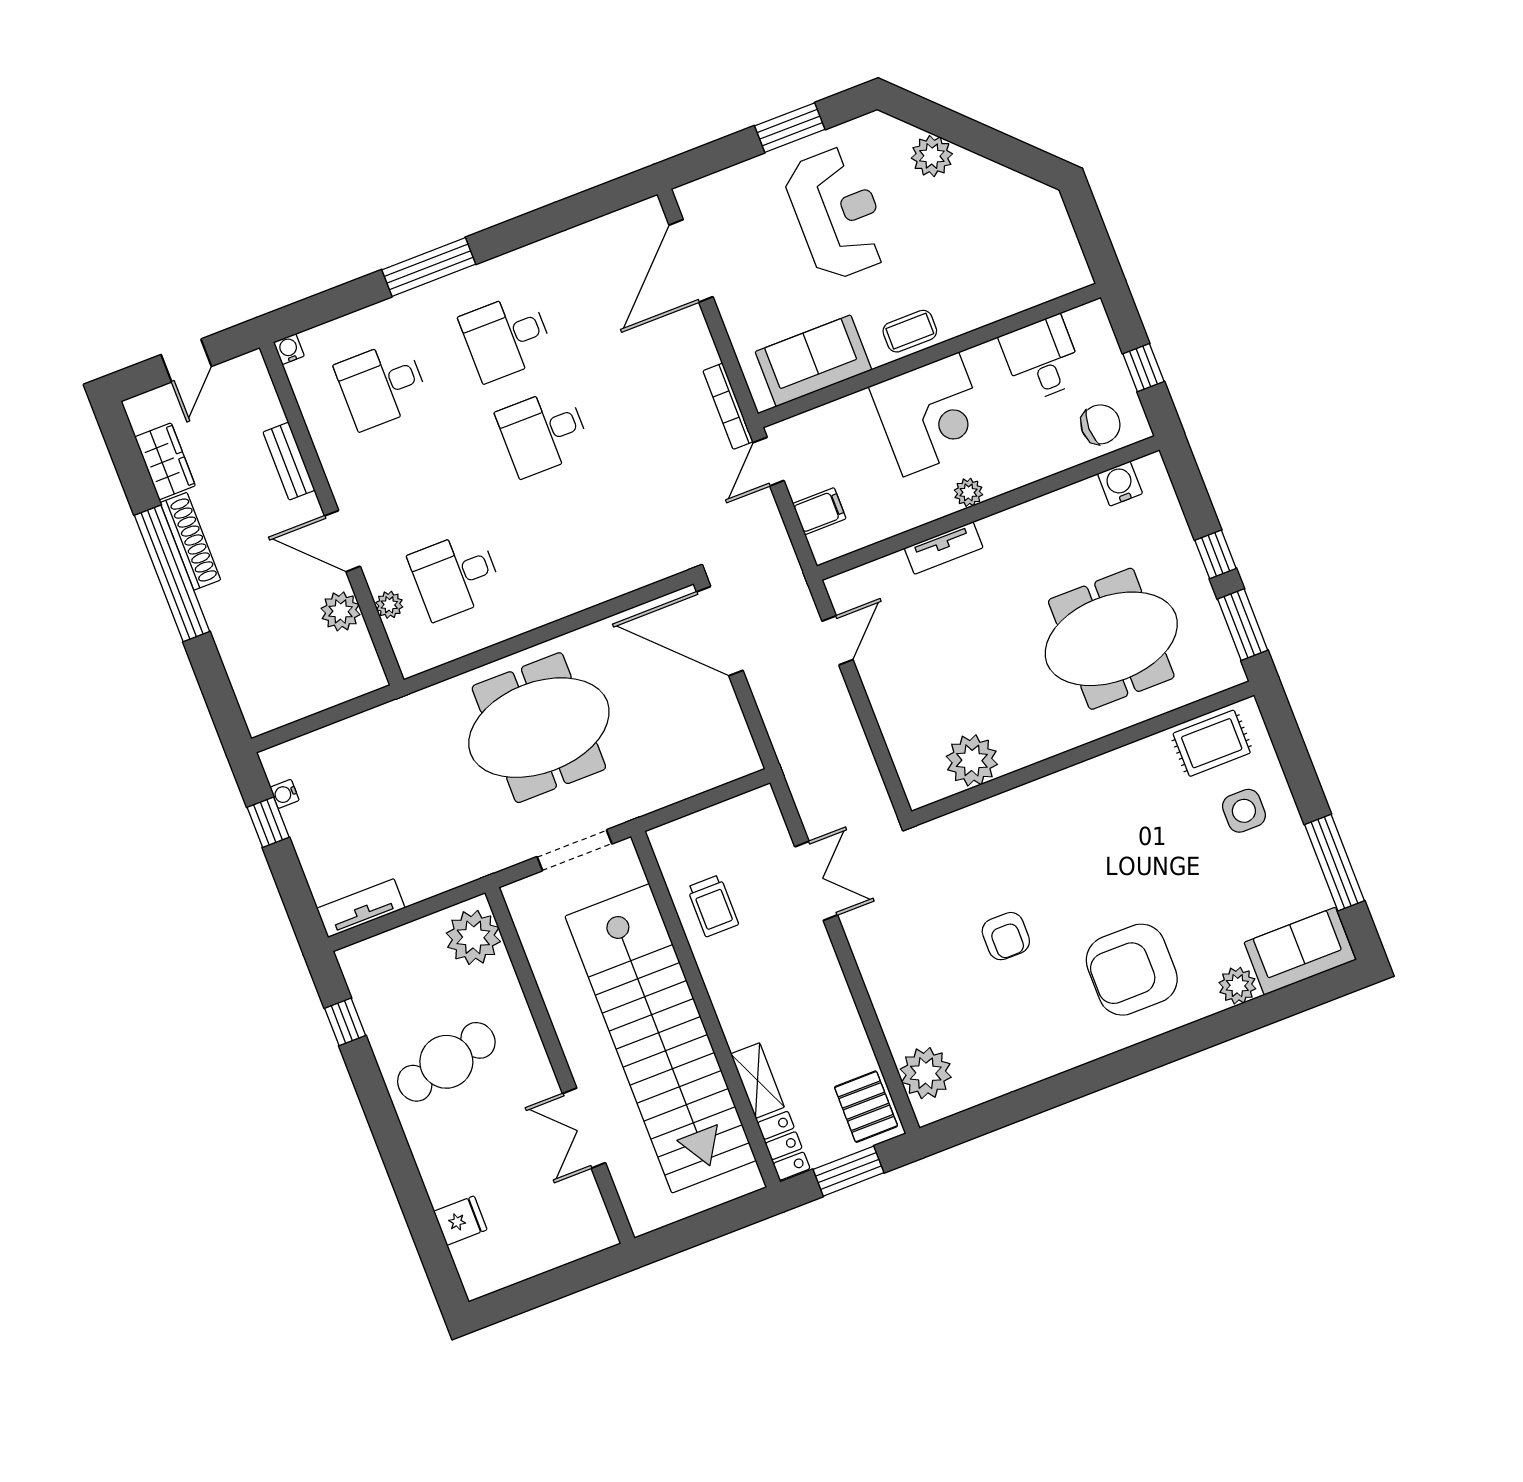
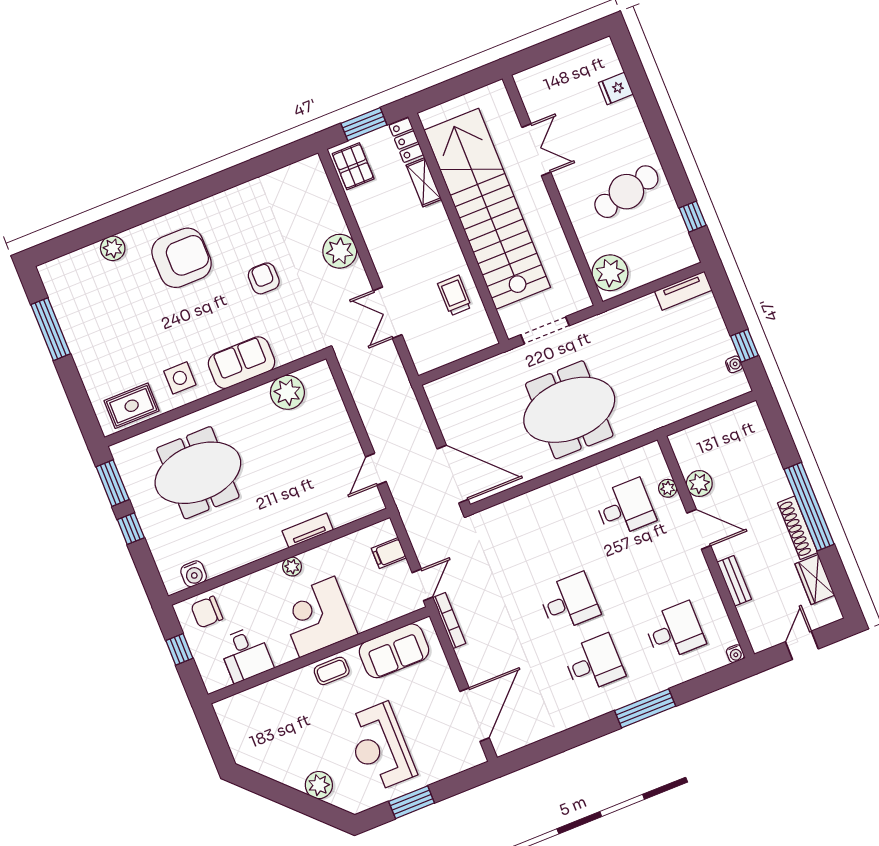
side table: (1244, 811) -> (180, 378), moved
sofa: (1300, 951) -> (242, 363), moved, turned 180
plant: (926, 1073) -> (340, 251), moved

